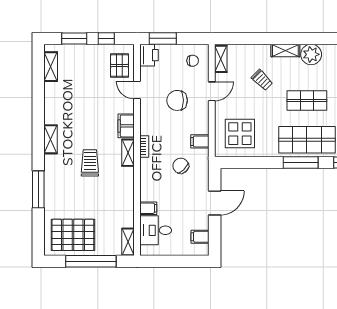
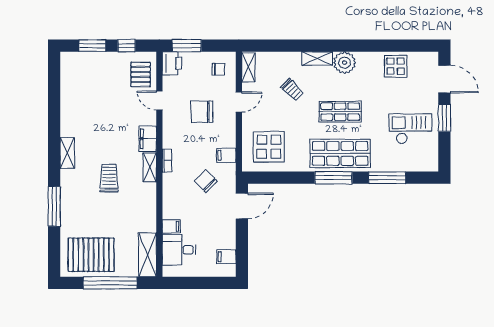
shelving: (51, 67) -> (67, 76), removed
door: (215, 203) -> (242, 206), moved
shelving: (128, 242) -> (147, 255), width x1.50, depth x1.33

